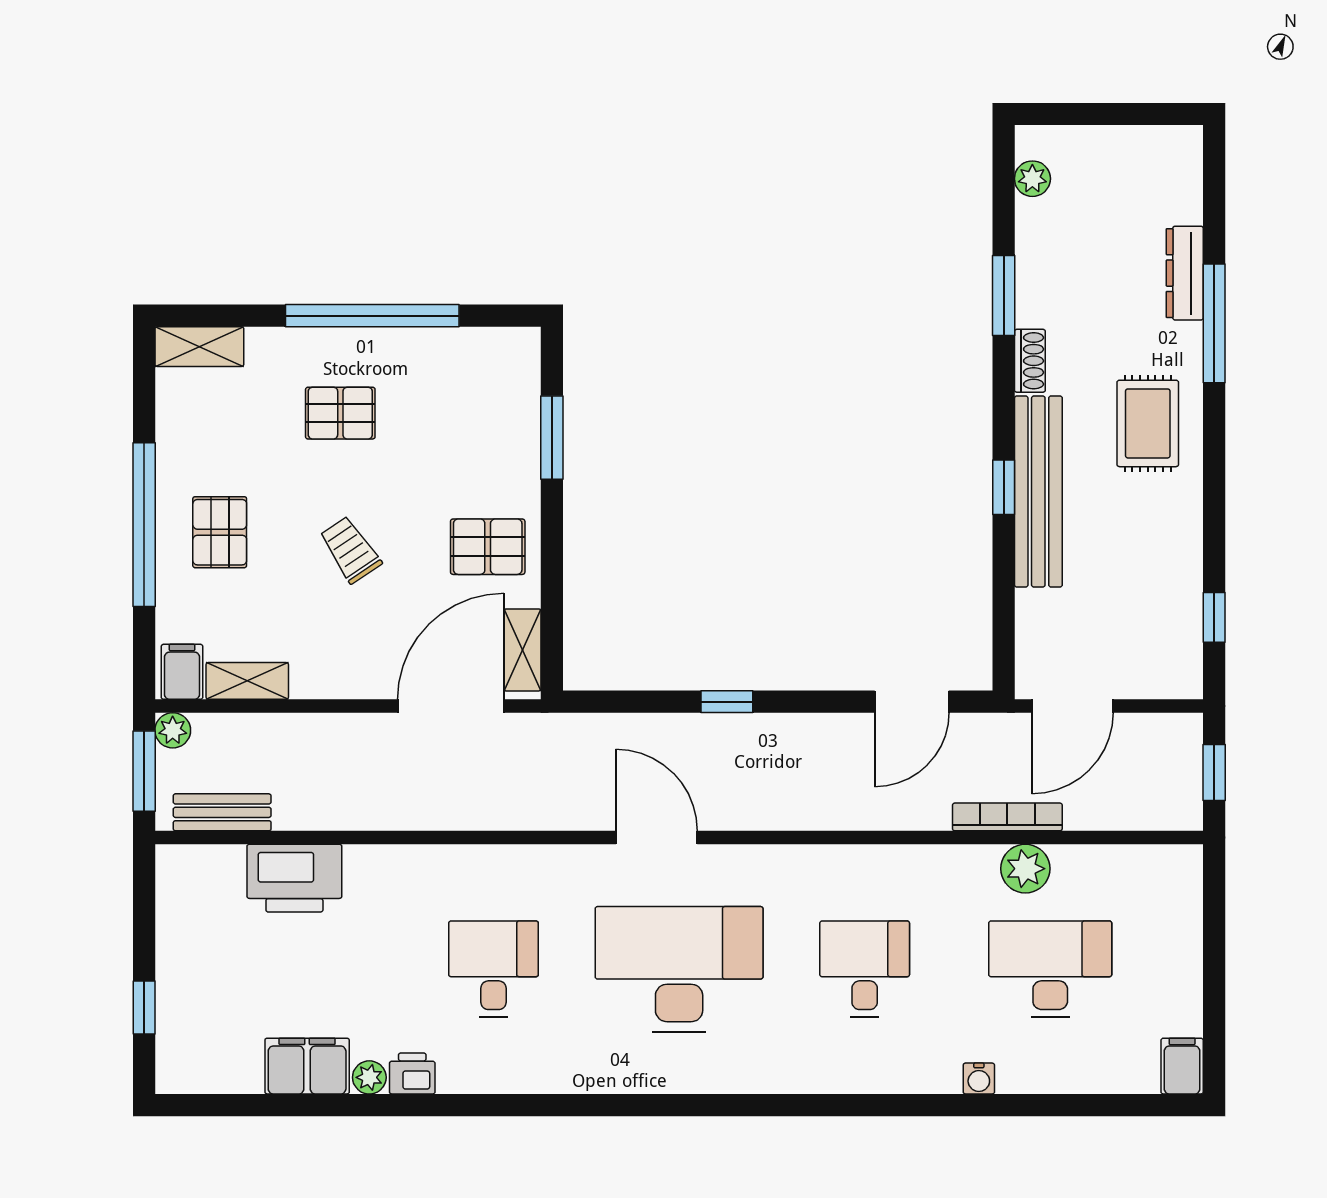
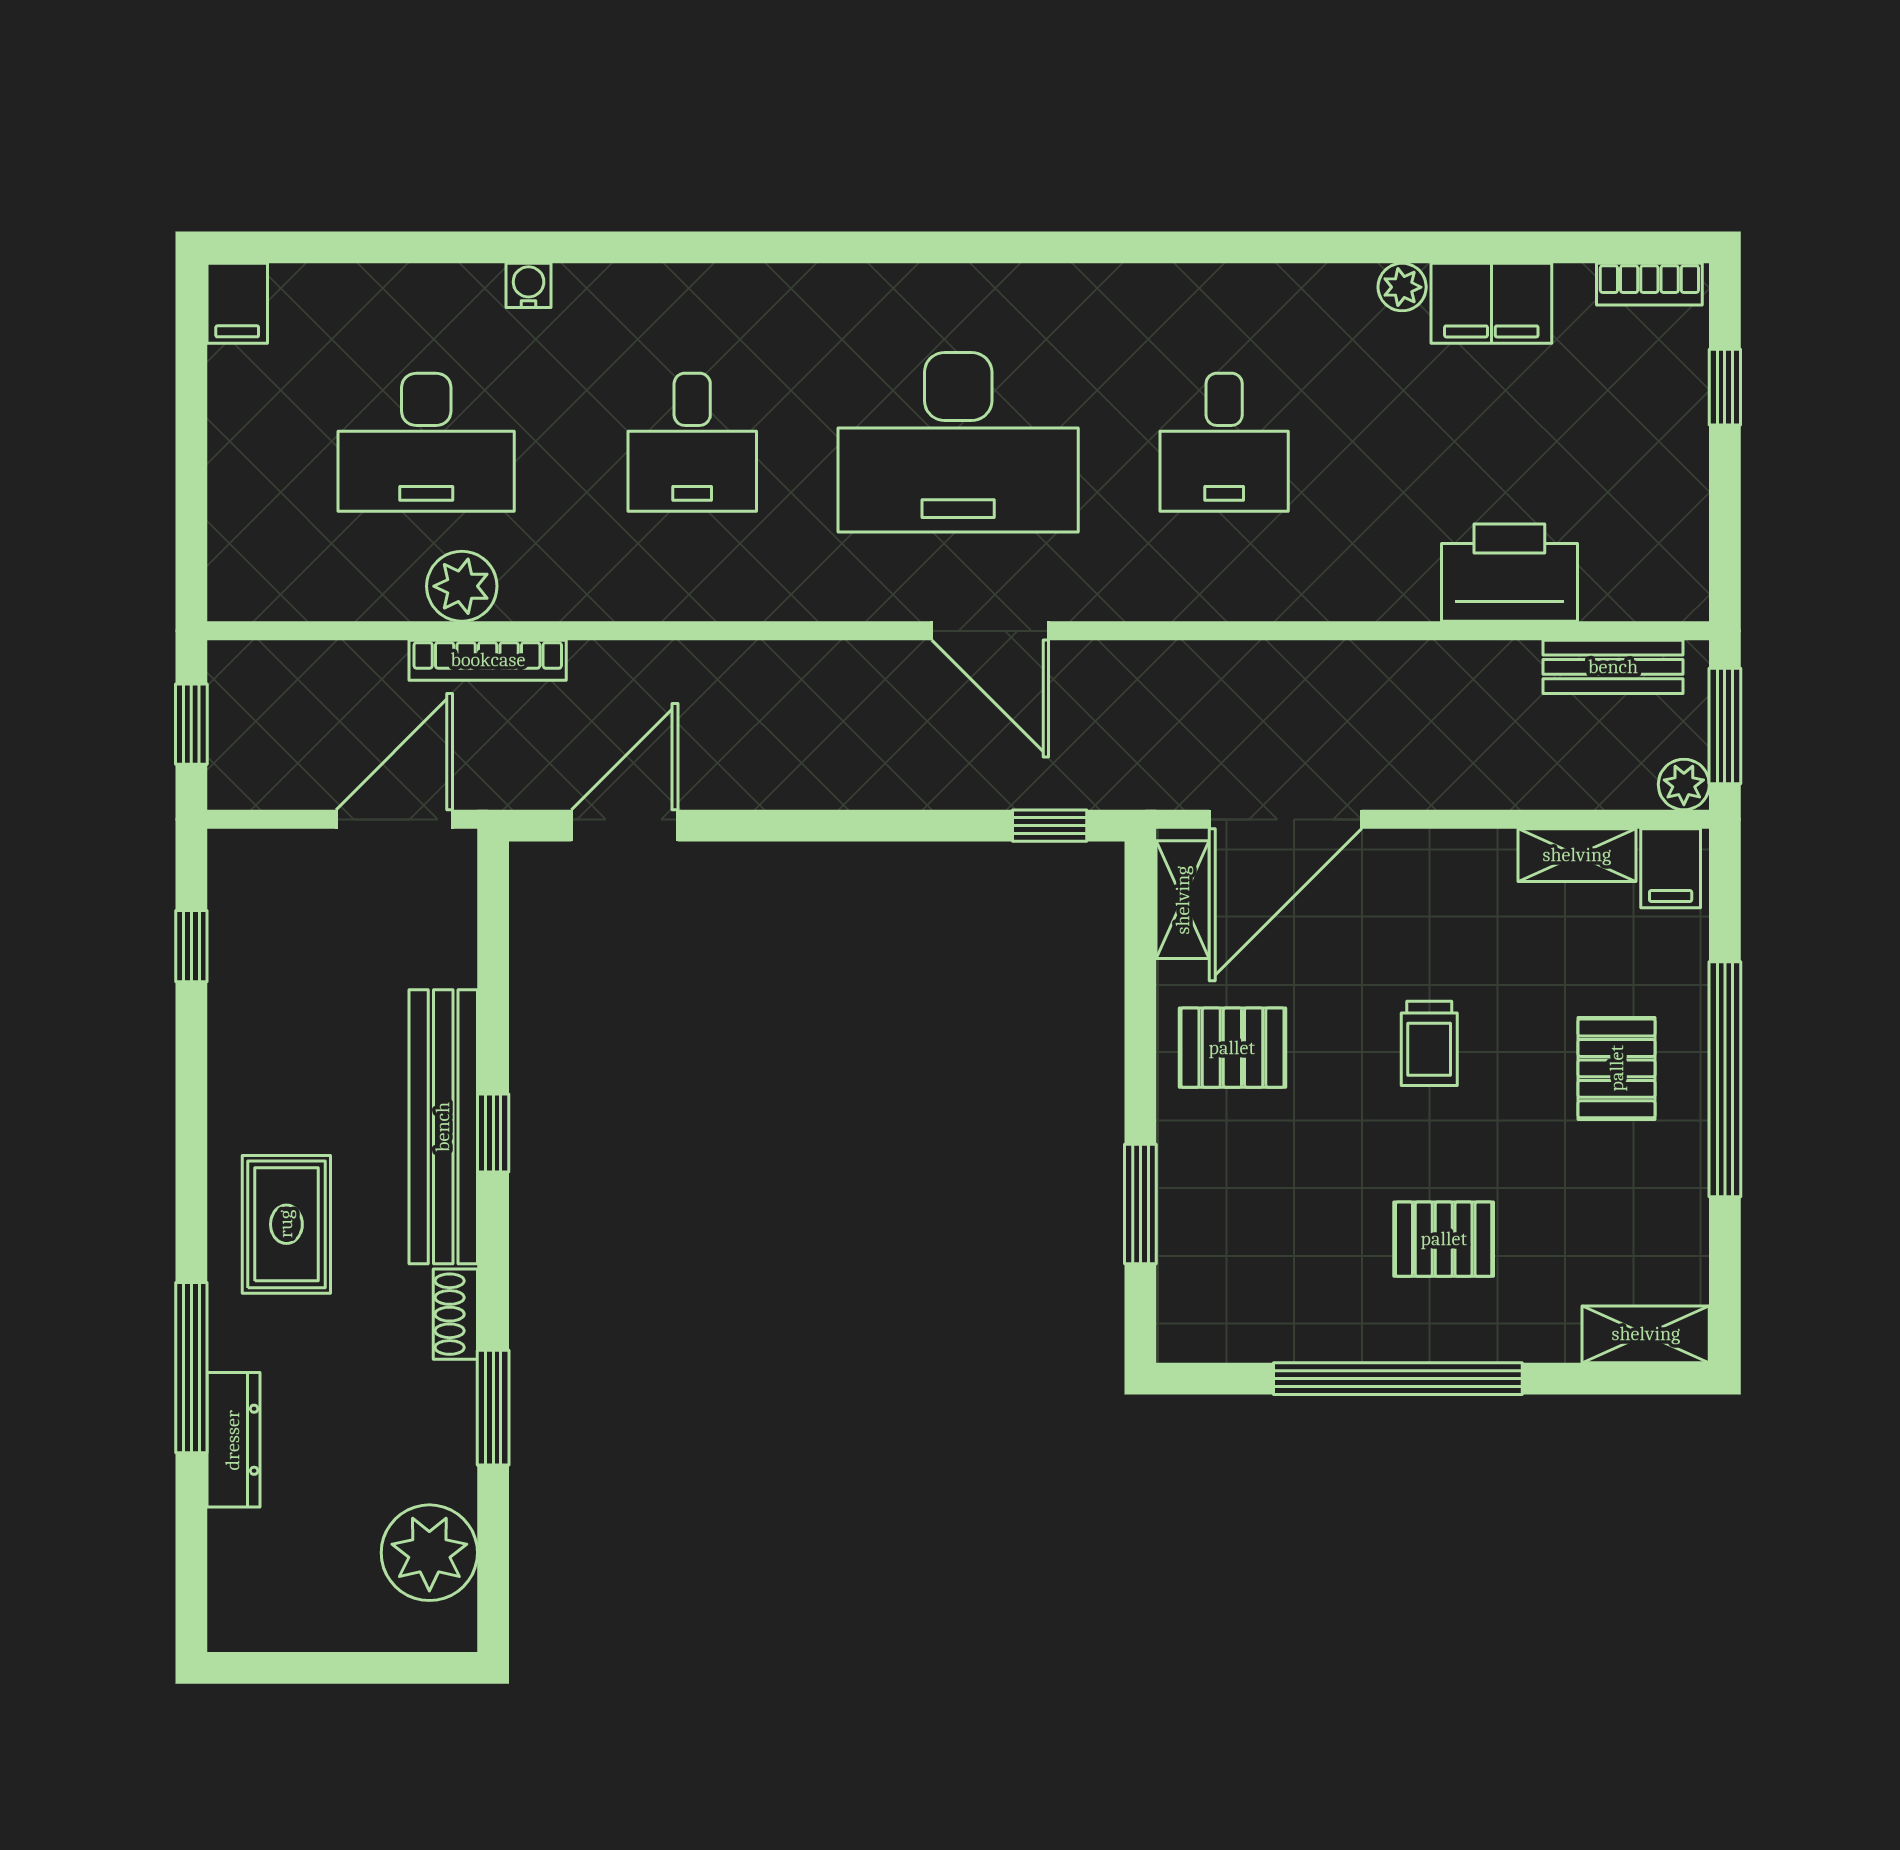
plant: (1032, 179) -> (429, 1553), width x1.87, depth x1.87
trolley: (350, 550) -> (1429, 1043), turned 34
window: (727, 702) -> (1050, 826), moved
printer: (412, 1073) -> (1341, 293), removed
bookcase: (197, 1079) -> (1649, 284), added

